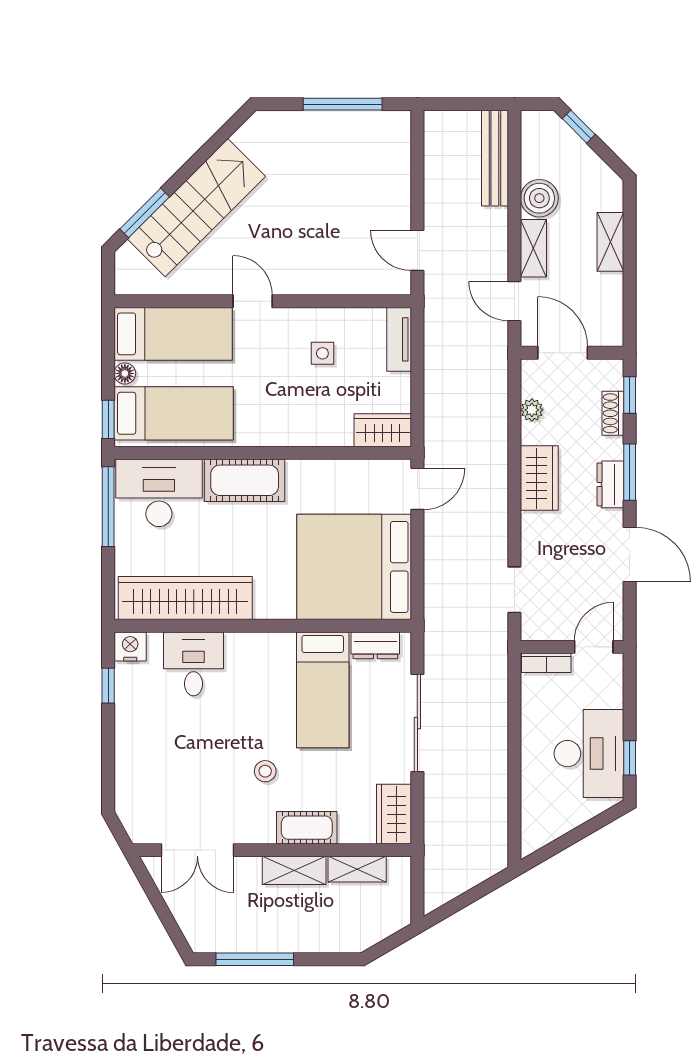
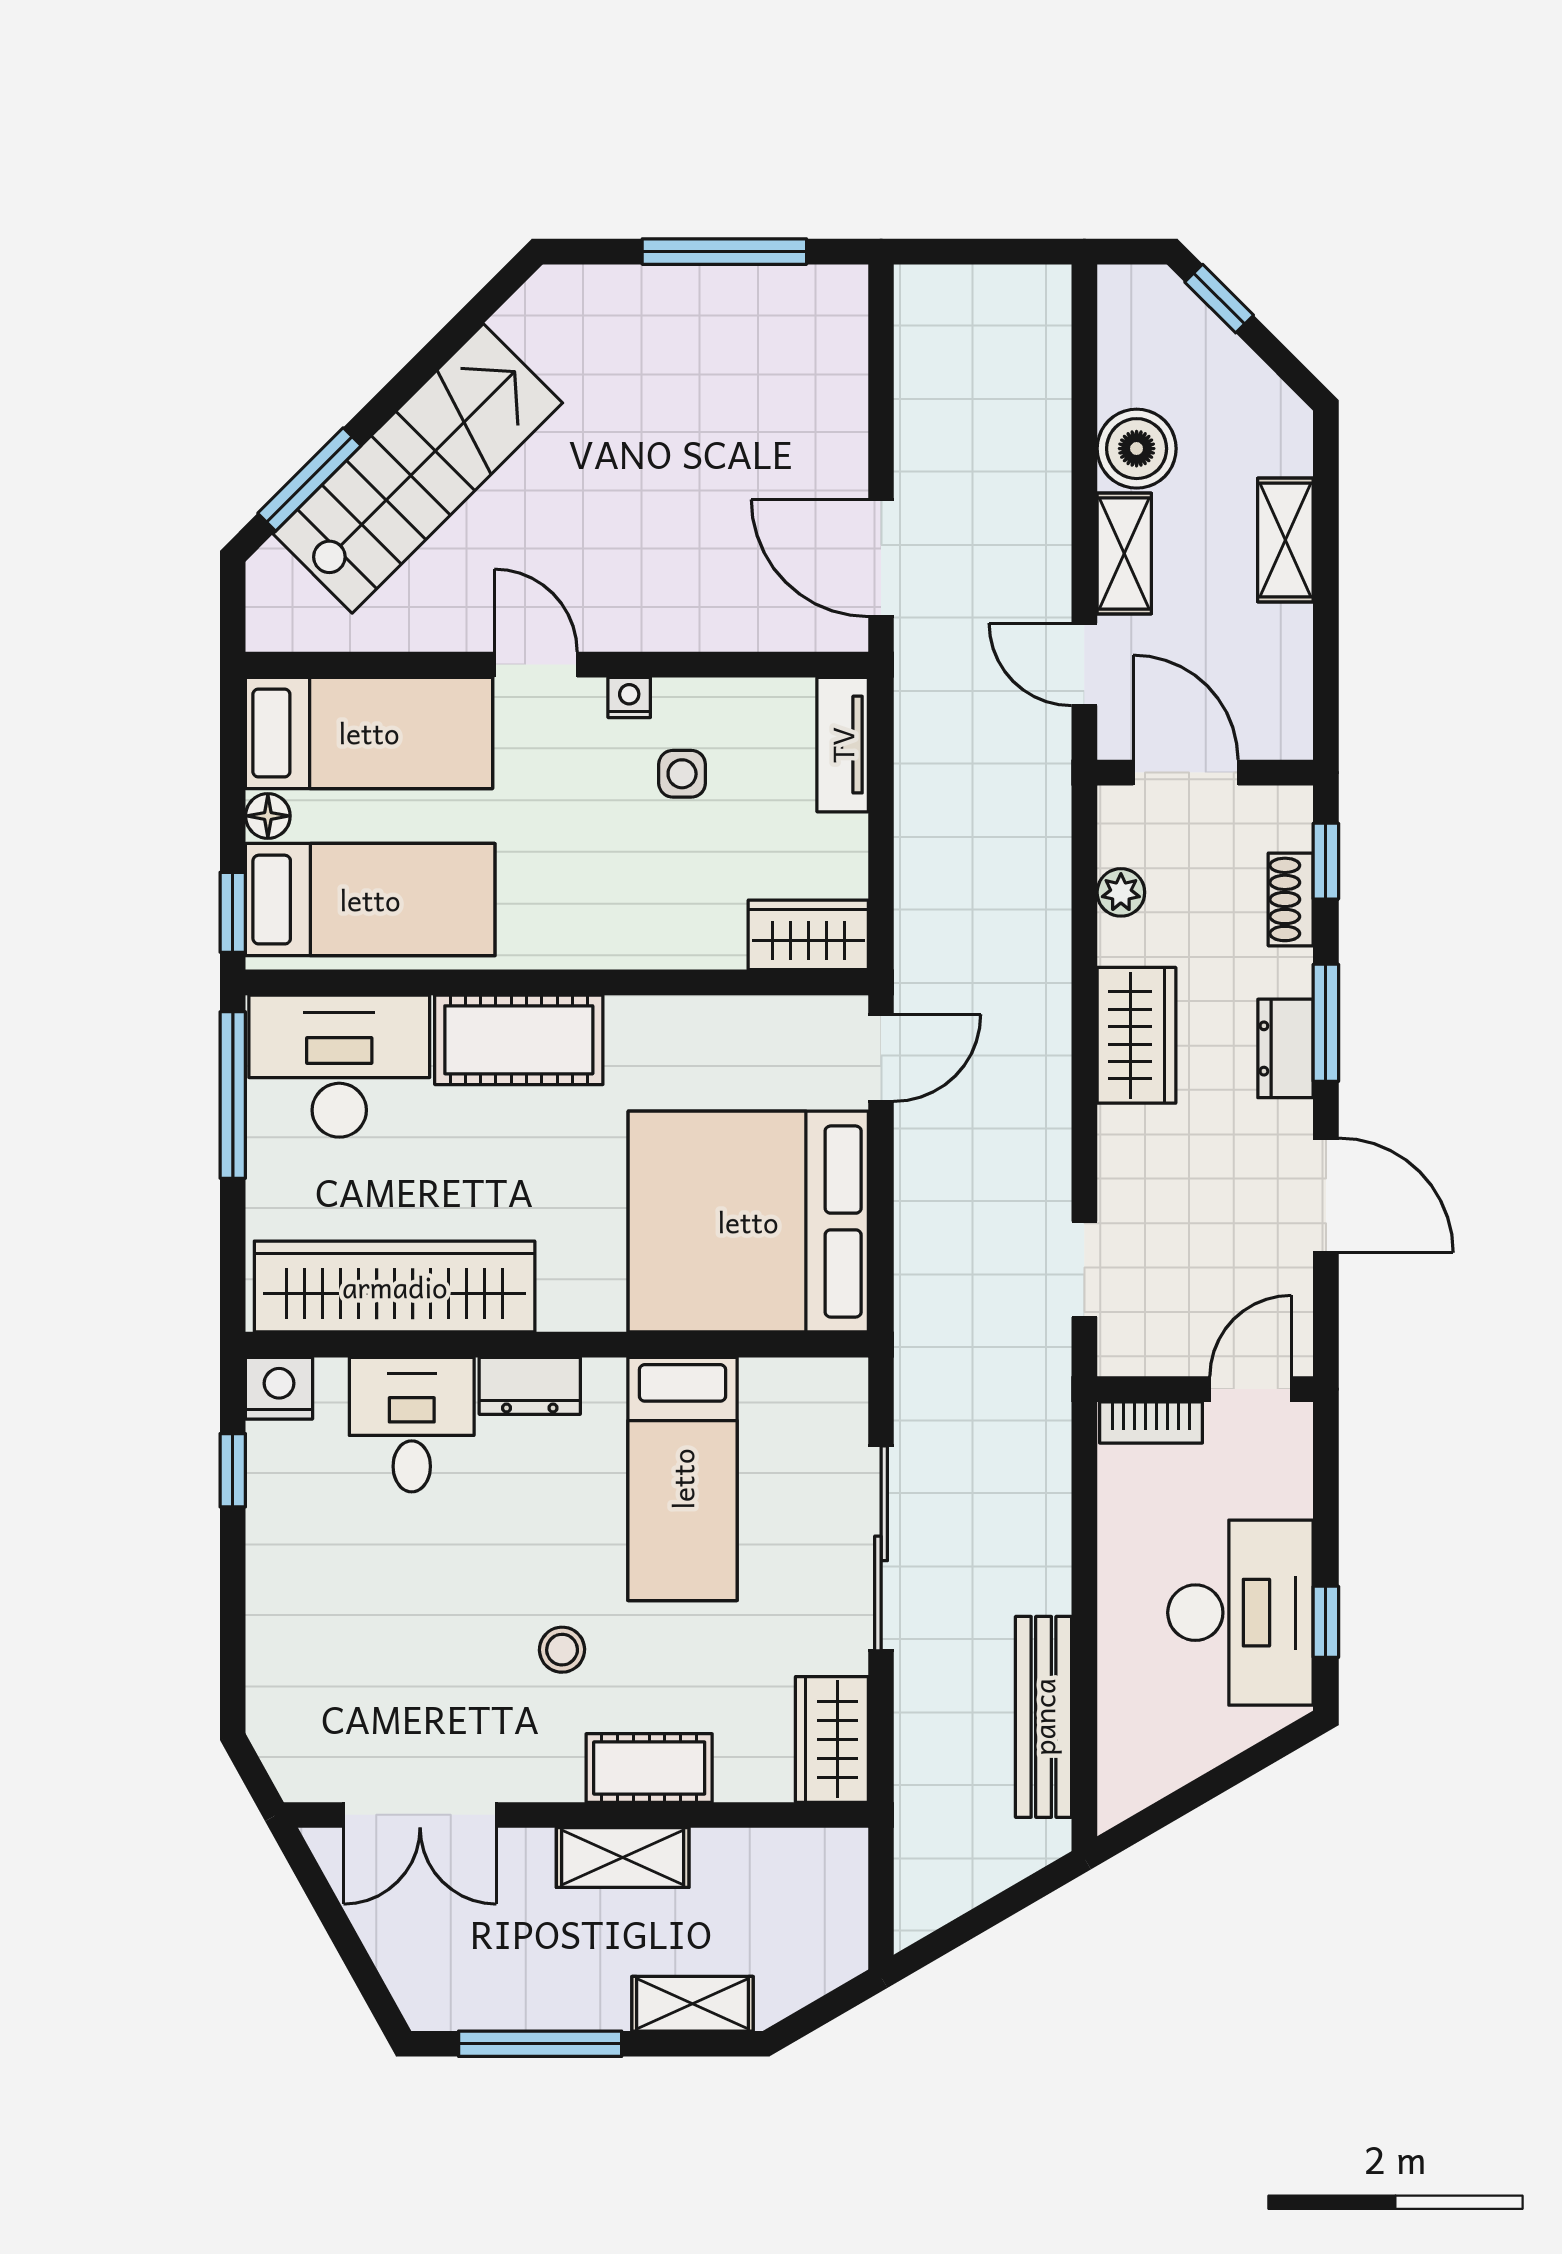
bench: (495, 158) -> (1044, 1717), moved
door: (417, 250) -> (881, 558), width x1.38
nightstand: (297, 317) -> (629, 697), added
dresser: (375, 645) -> (530, 1386), moved
shelving: (357, 869) -> (693, 2004), moved

